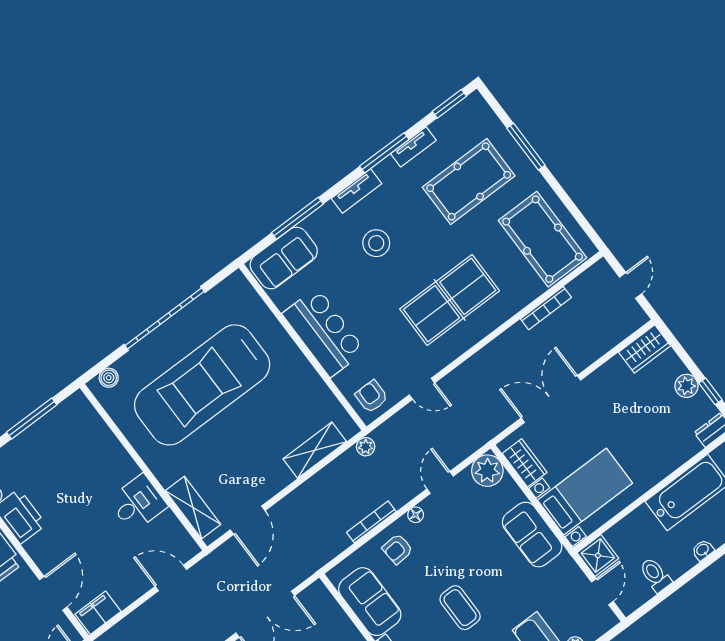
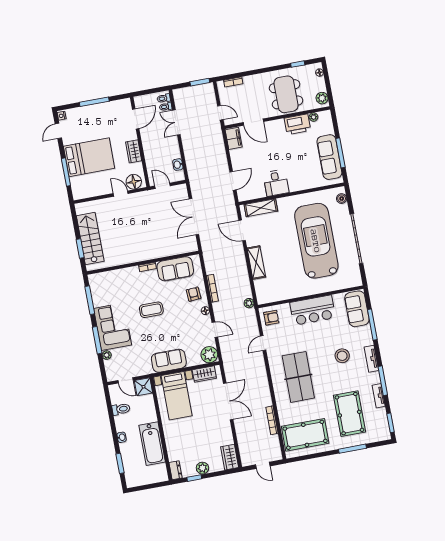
sofa: (48, 434) -> (329, 157), added
shelving: (315, 450) -> (256, 262), moved

